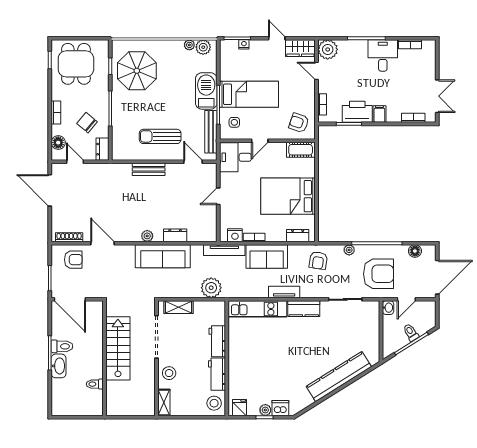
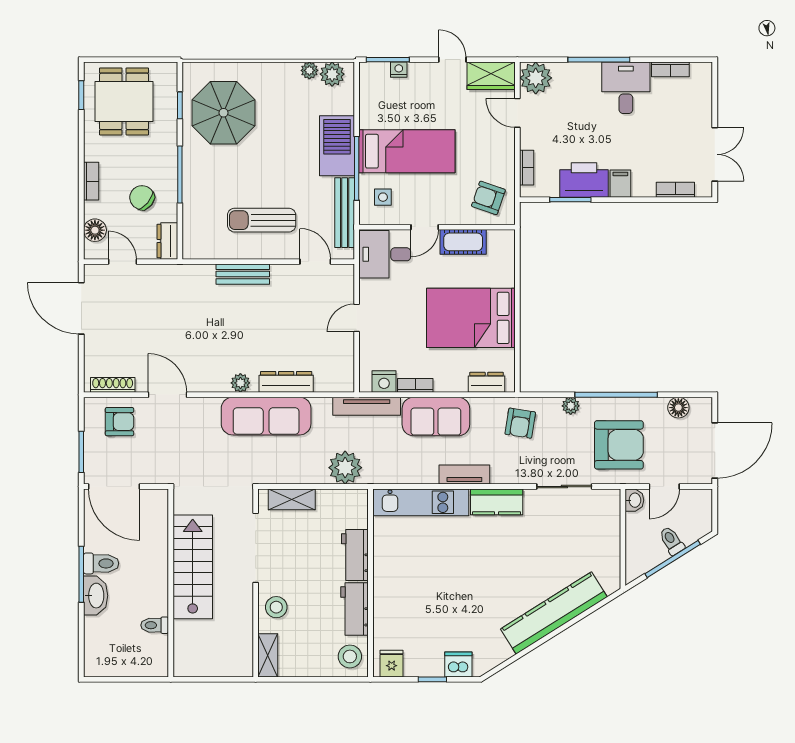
cot: (301, 150) -> (463, 242), moved
dresser: (175, 235) -> (286, 382), width x1.44
plant: (265, 410) -> (434, 668), removed

